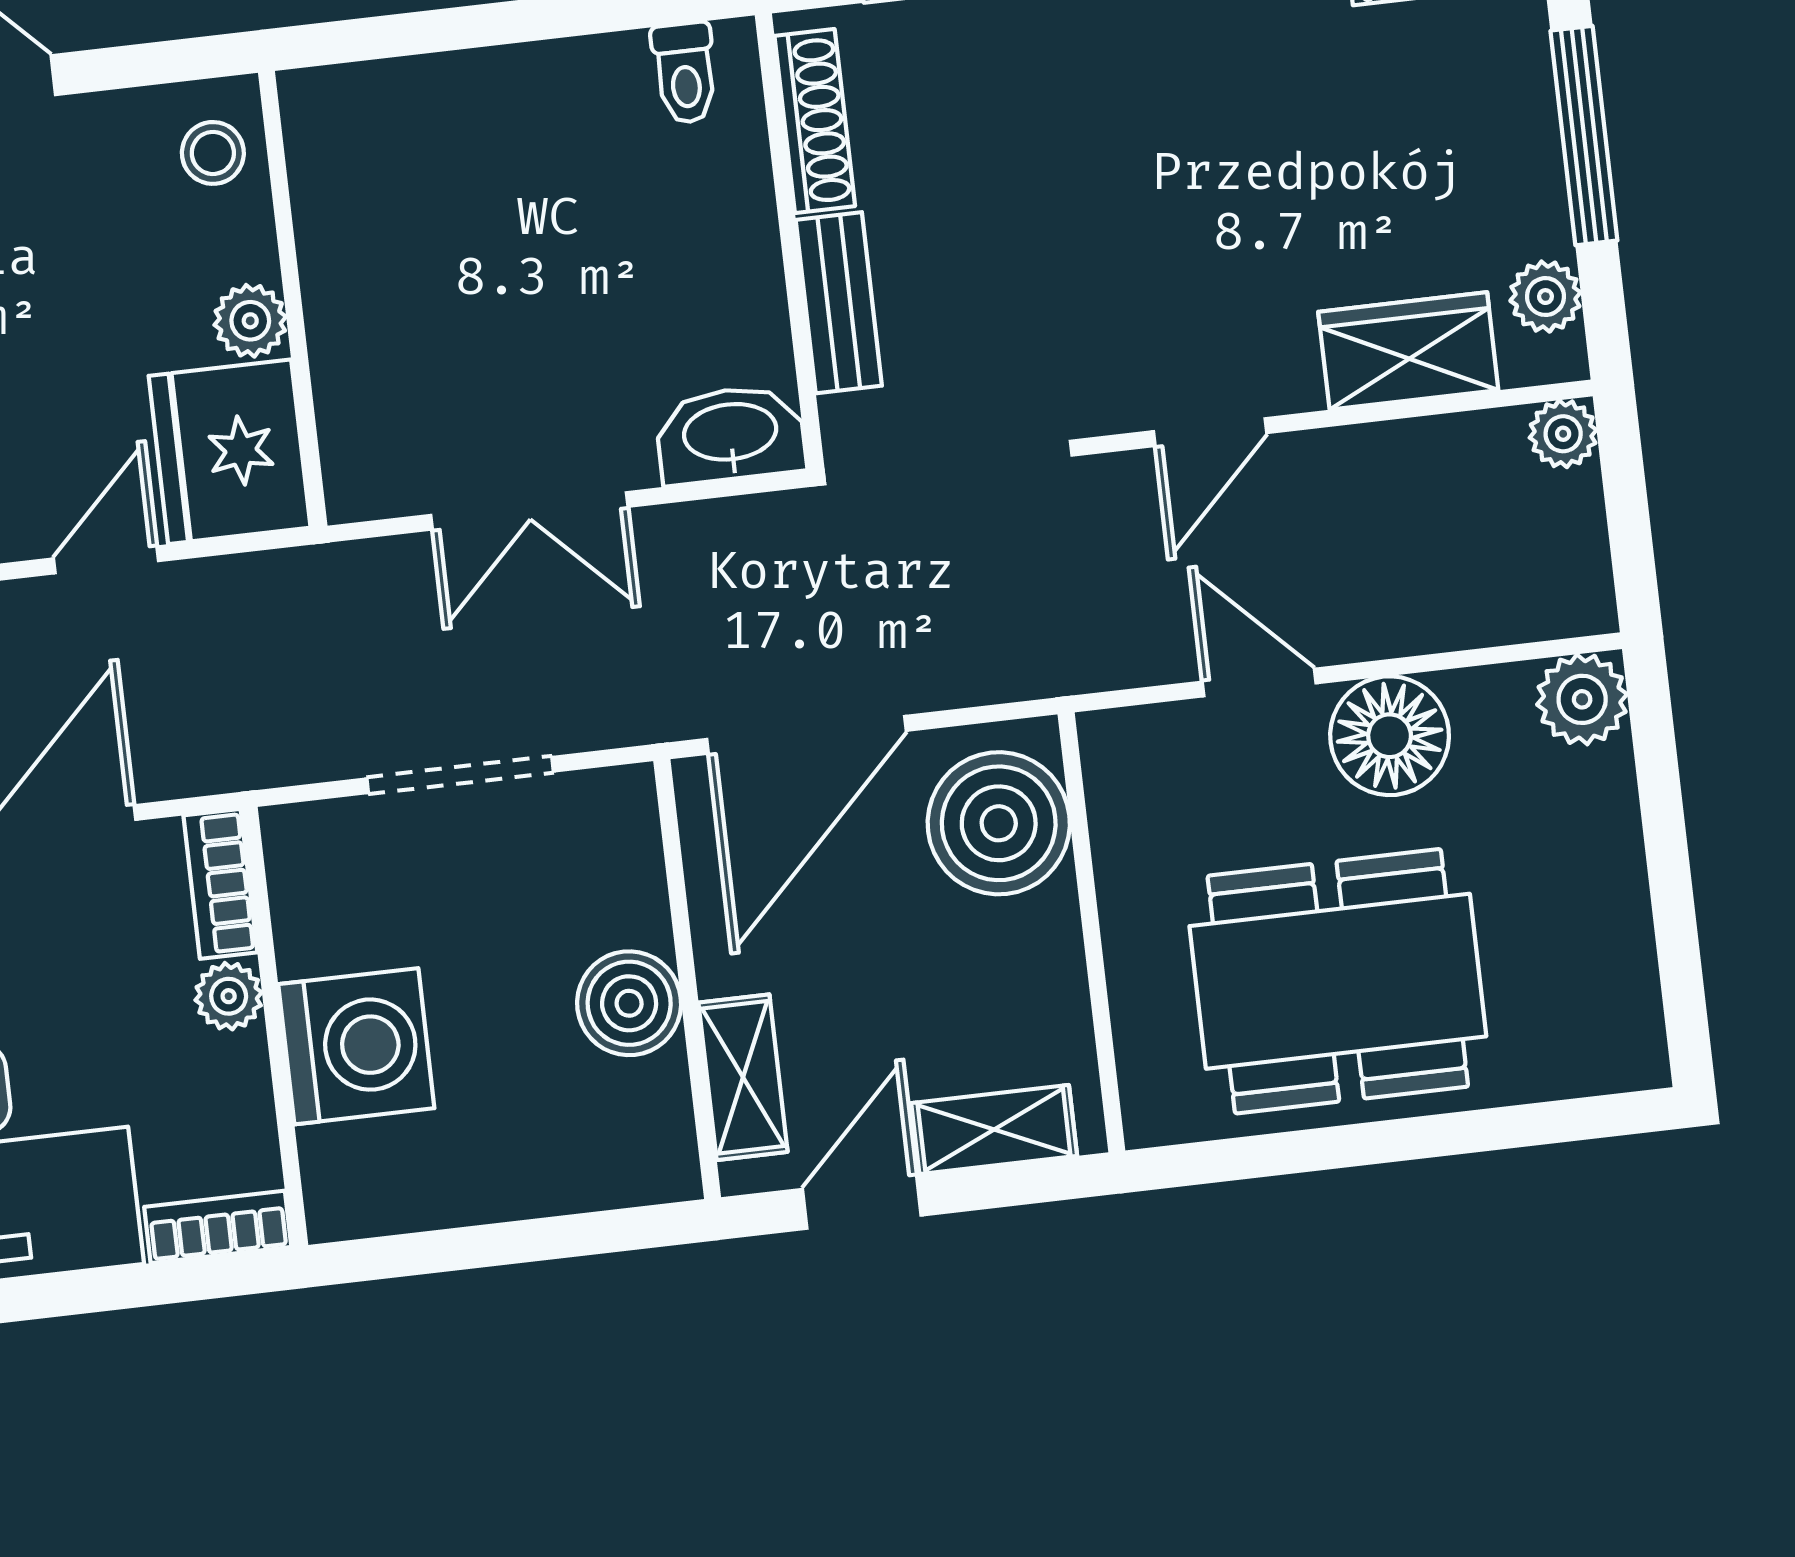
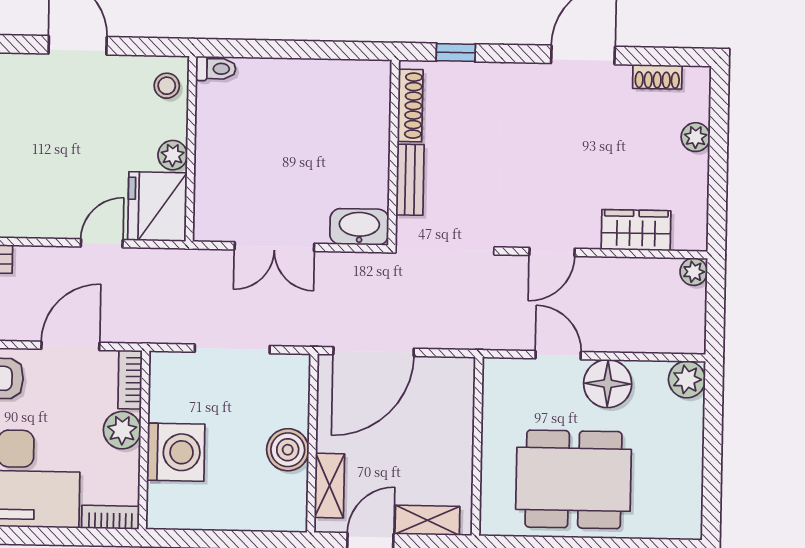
toilet: (685, 73) -> (216, 69), moved, turned -90
window: (1584, 136) -> (718, 153), removed
plant: (1545, 297) -> (696, 137), moved
boiler: (999, 823) -> (446, 398), removed
plant: (229, 996) -> (122, 430), width x1.38, depth x1.38

